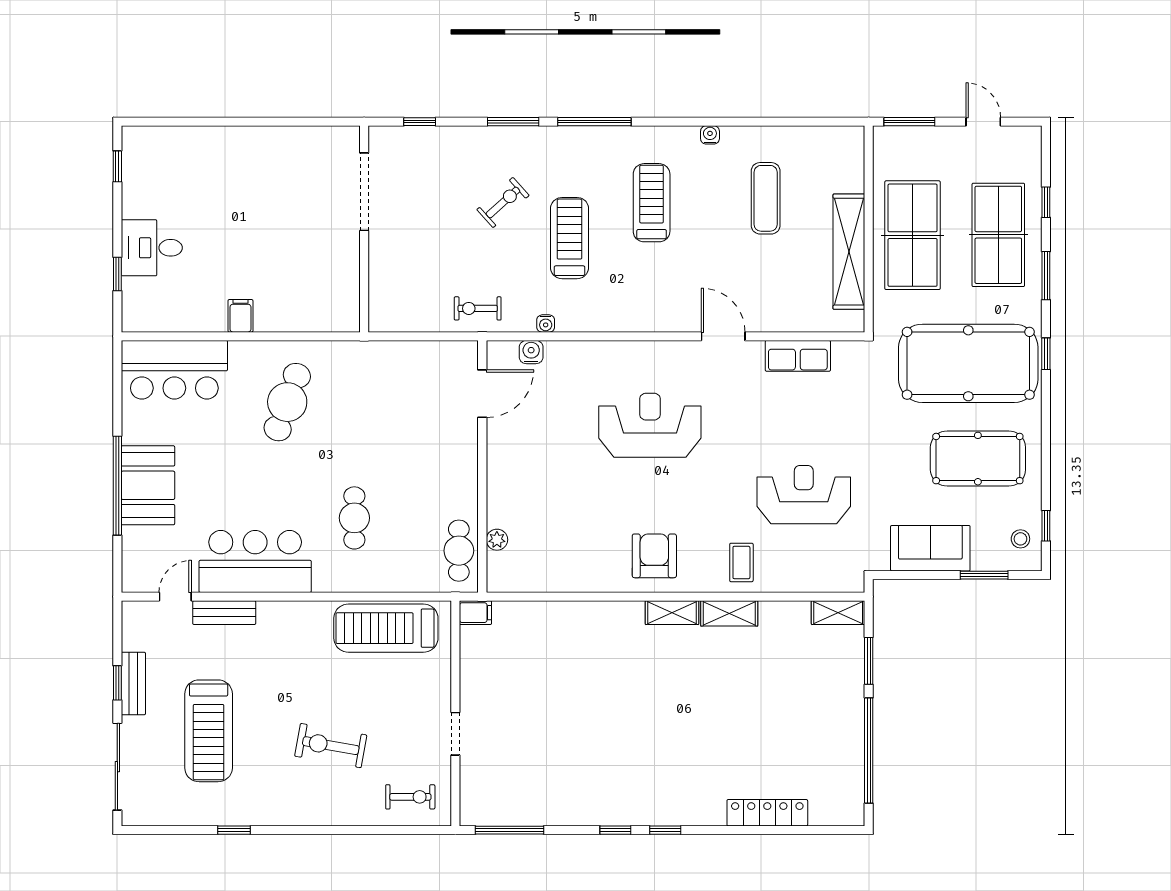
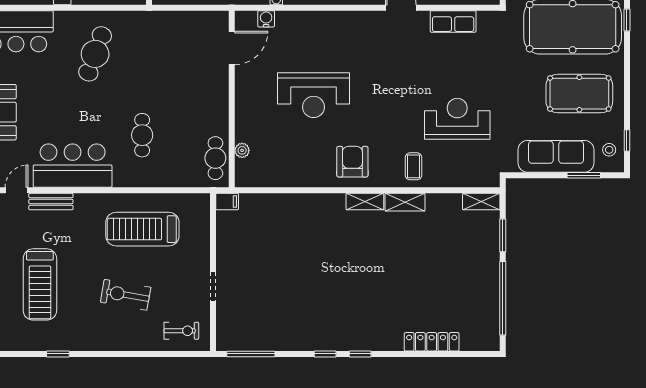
reception desk: (650, 425) -> (313, 95), moved, turned 180
sofa: (930, 548) -> (556, 156), width x1.36
treadmill: (386, 628) -> (142, 229), moved

